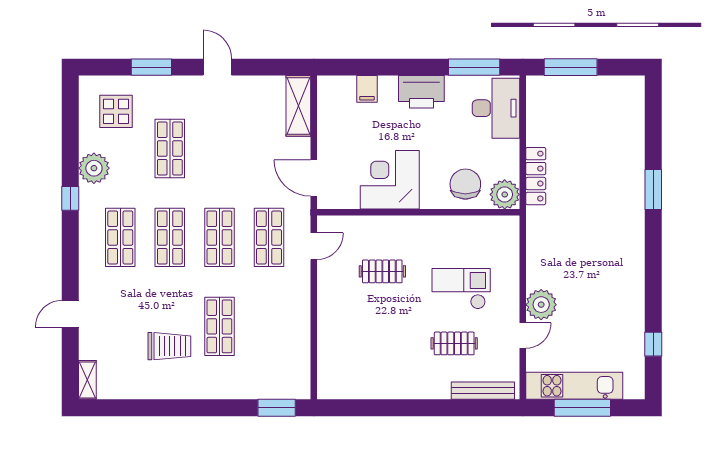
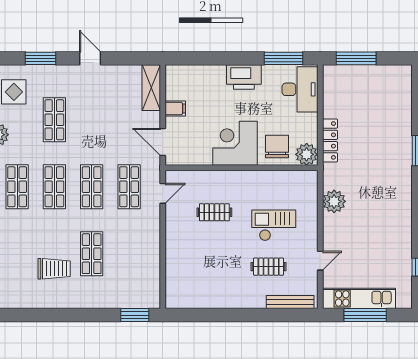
filing cabinet: (367, 89) -> (175, 109), moved, turned -90
corner desk: (390, 180) -> (235, 143), moved
plant: (541, 305) -> (334, 201), moved

